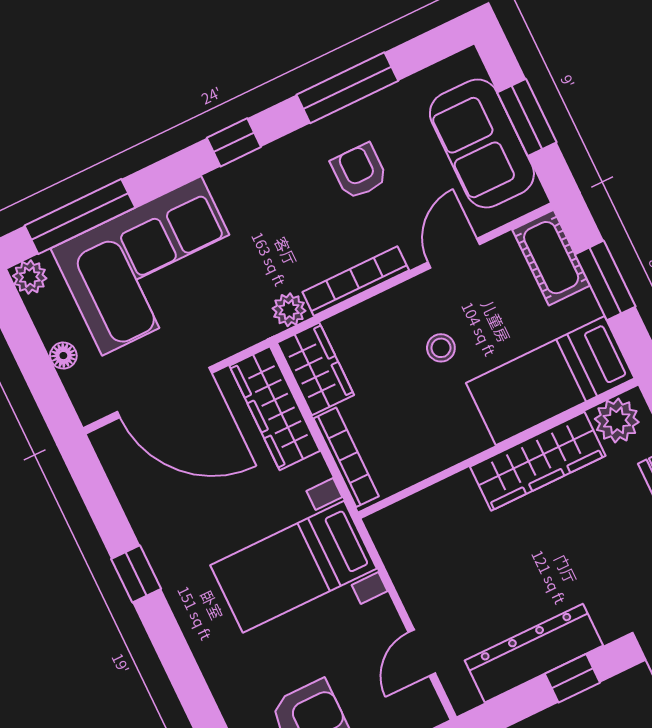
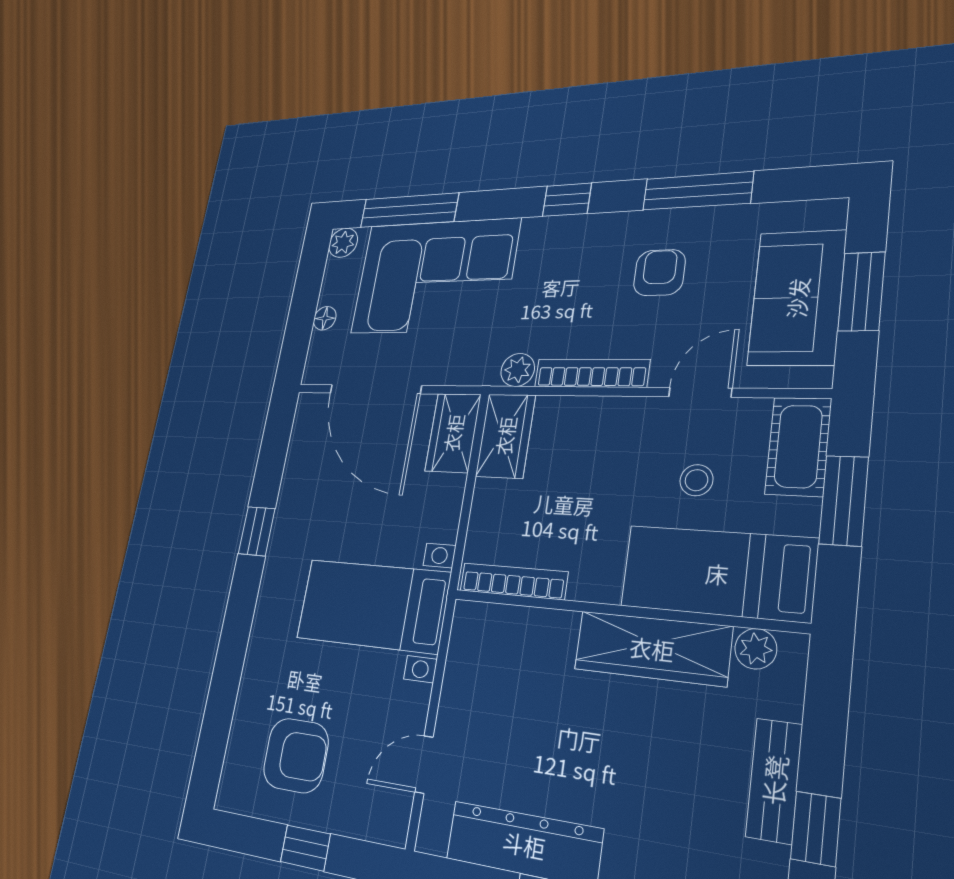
stool: (441, 348) -> (696, 480), moved
wardrobe: (275, 408) -> (453, 433), width x0.67
plant: (617, 421) -> (756, 649), width x0.73, depth x0.73
bookcase: (346, 457) -> (513, 581), moved, turned -90

